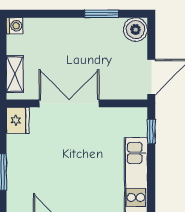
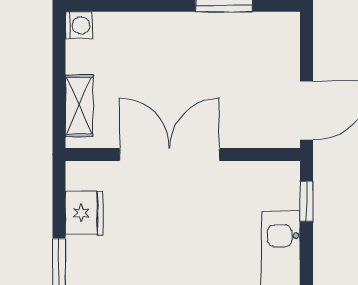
boiler: (136, 29) -> (280, 32), removed
fridge: (18, 120) -> (84, 213), moved

